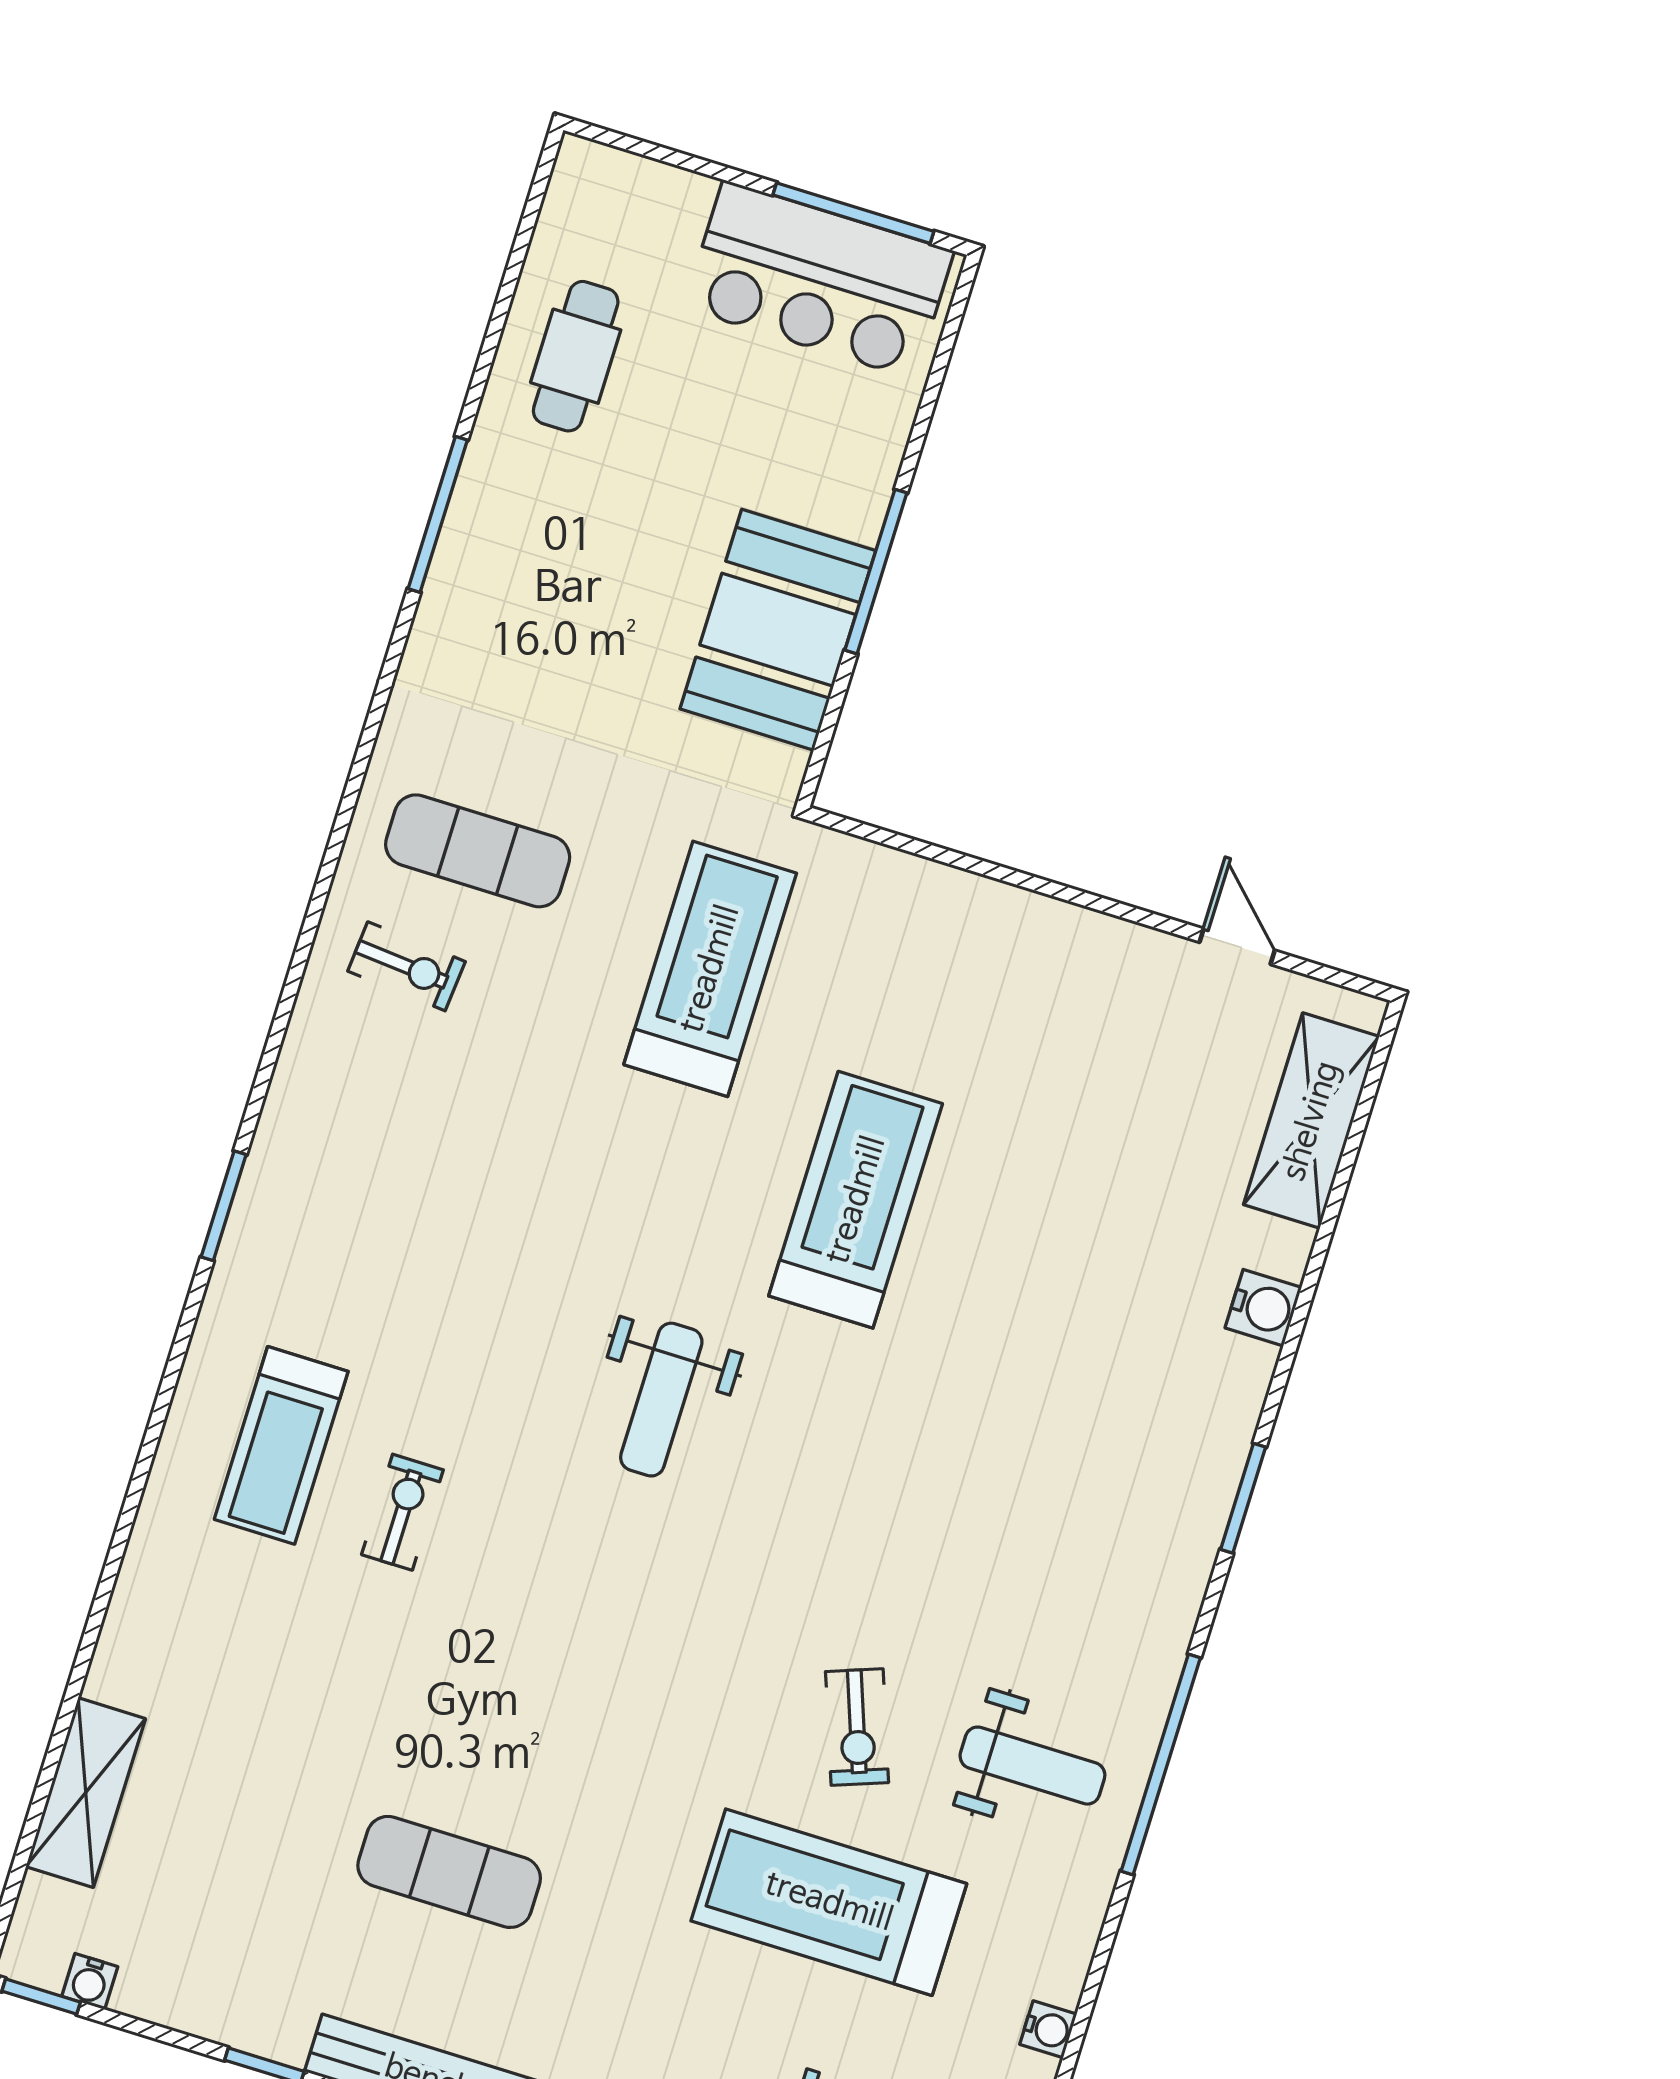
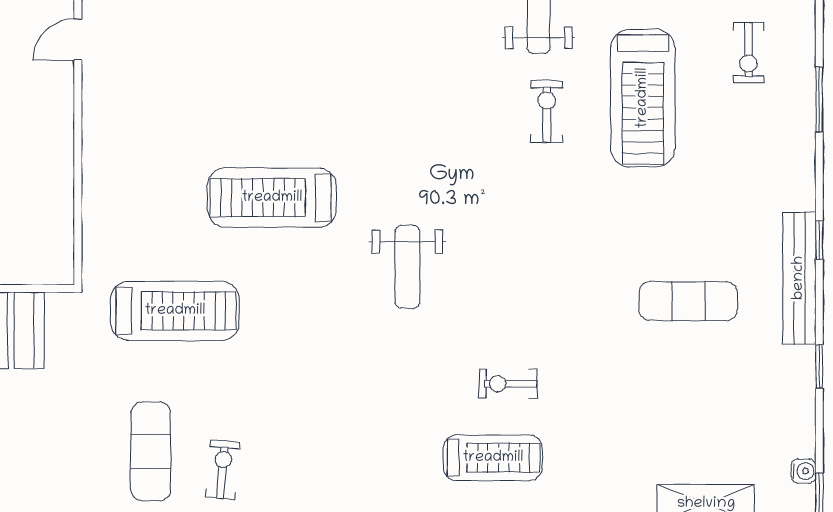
treadmill: (710, 969) -> (175, 311), turned 180
weight bench: (661, 1400) -> (407, 267), turned 90
exercise bike: (857, 1727) -> (547, 112), turned -70
exercise mat: (449, 1872) -> (688, 301), turned 90

